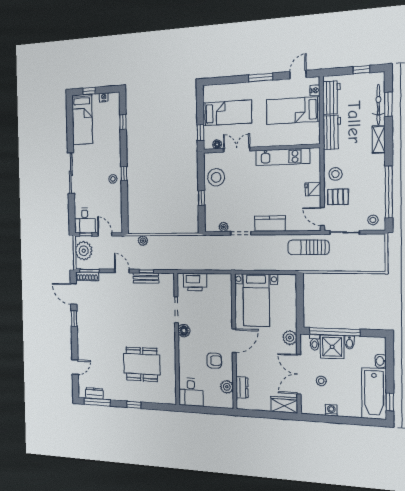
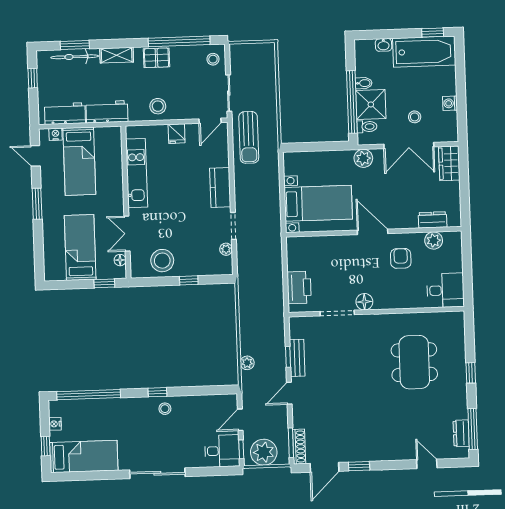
window: (123, 122) -> (89, 395), width x3.17
pallet: (338, 197) -> (156, 58), moved, turned 90

